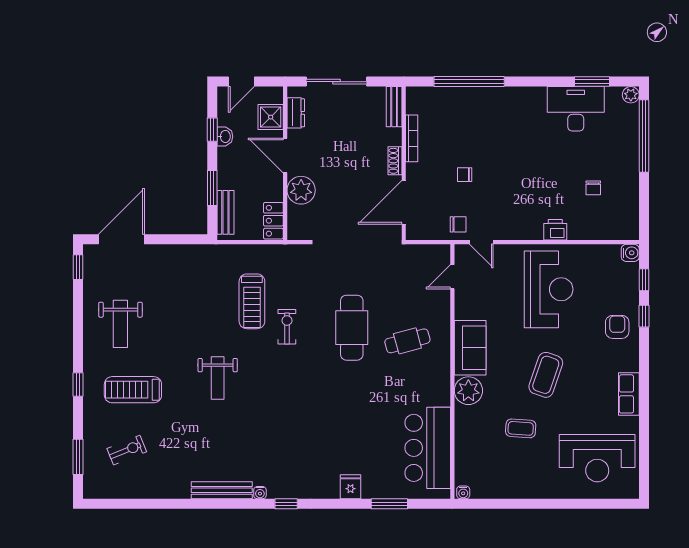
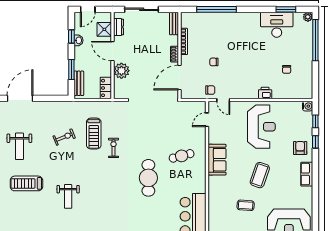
cafe table: (352, 328) -> (148, 178), moved
weight bench: (218, 378) -> (68, 196), moved
plant: (468, 391) -> (216, 184), removed
row of seats: (629, 394) -> (307, 174), moved
exercise bike: (127, 450) -> (64, 137), moved

